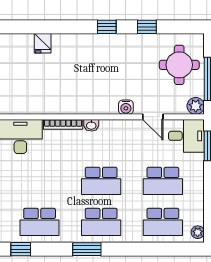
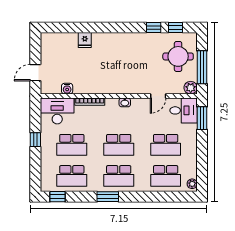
window: (107, 27) -> (176, 28), moved
fridge: (43, 43) -> (85, 40), moved
water cooler: (126, 107) -> (67, 89), moved
door: (153, 117) -> (158, 96), hinge flipped
washbasin: (91, 125) -> (125, 102), moved
school desk: (40, 181) -> (72, 145), added

